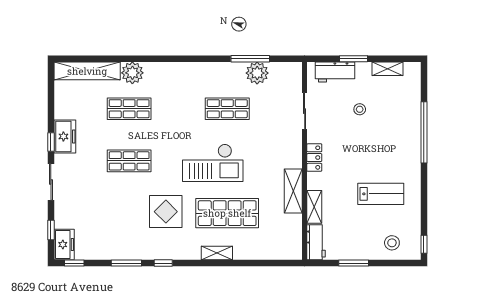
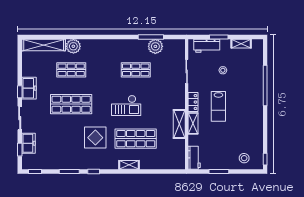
shop shelf: (129, 161) -> (71, 104), width x1.43, depth x1.36
checkout: (213, 163) -> (126, 105), width x0.73, depth x0.83
lab bench: (381, 194) -> (218, 106), moved, turned 90
shelving: (314, 207) -> (193, 123), moved
freezer: (64, 245) -> (28, 143), moved

